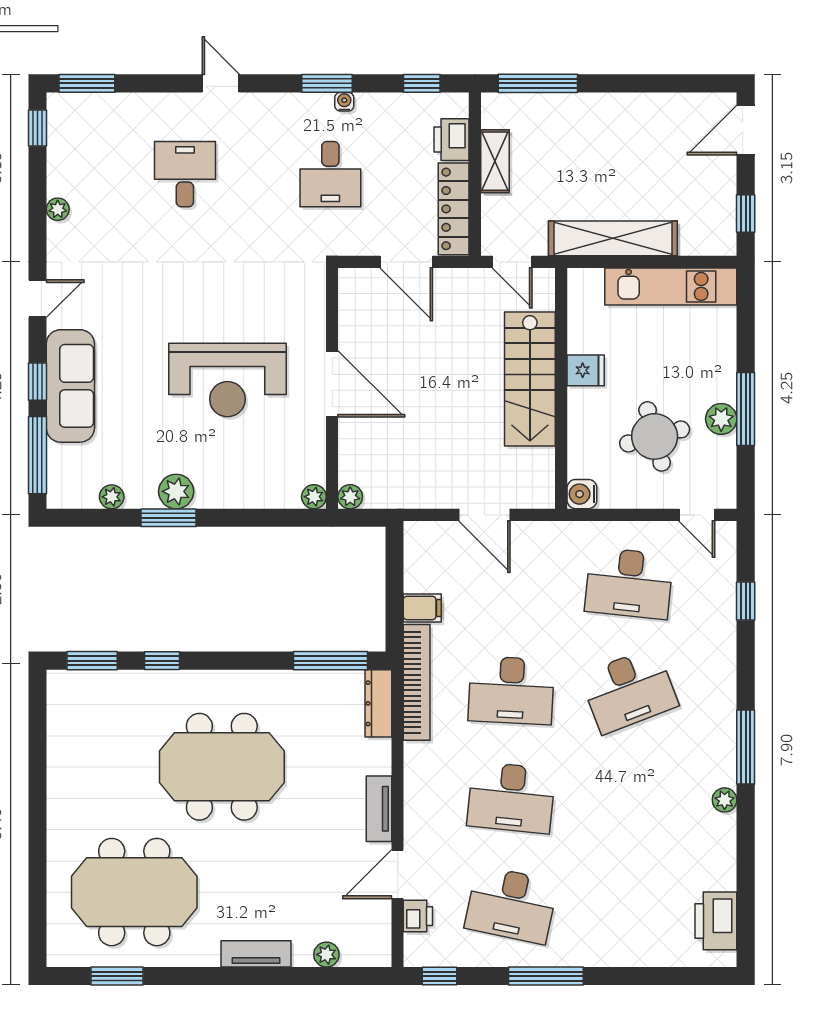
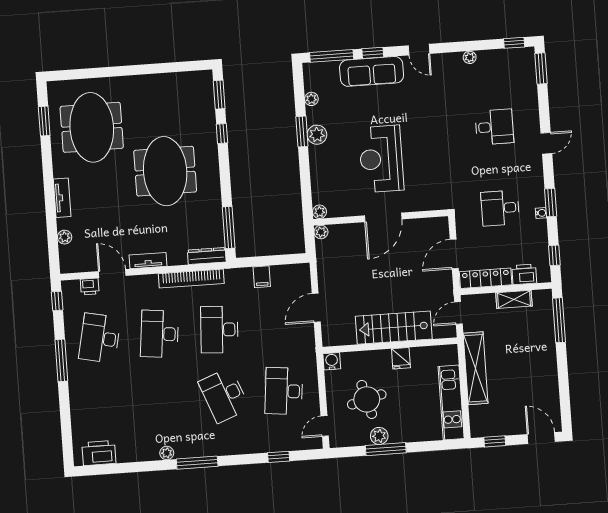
bookcase: (417, 682) -> (191, 279), moved

